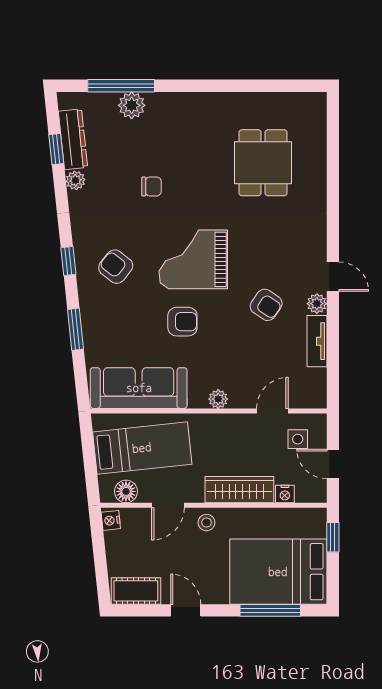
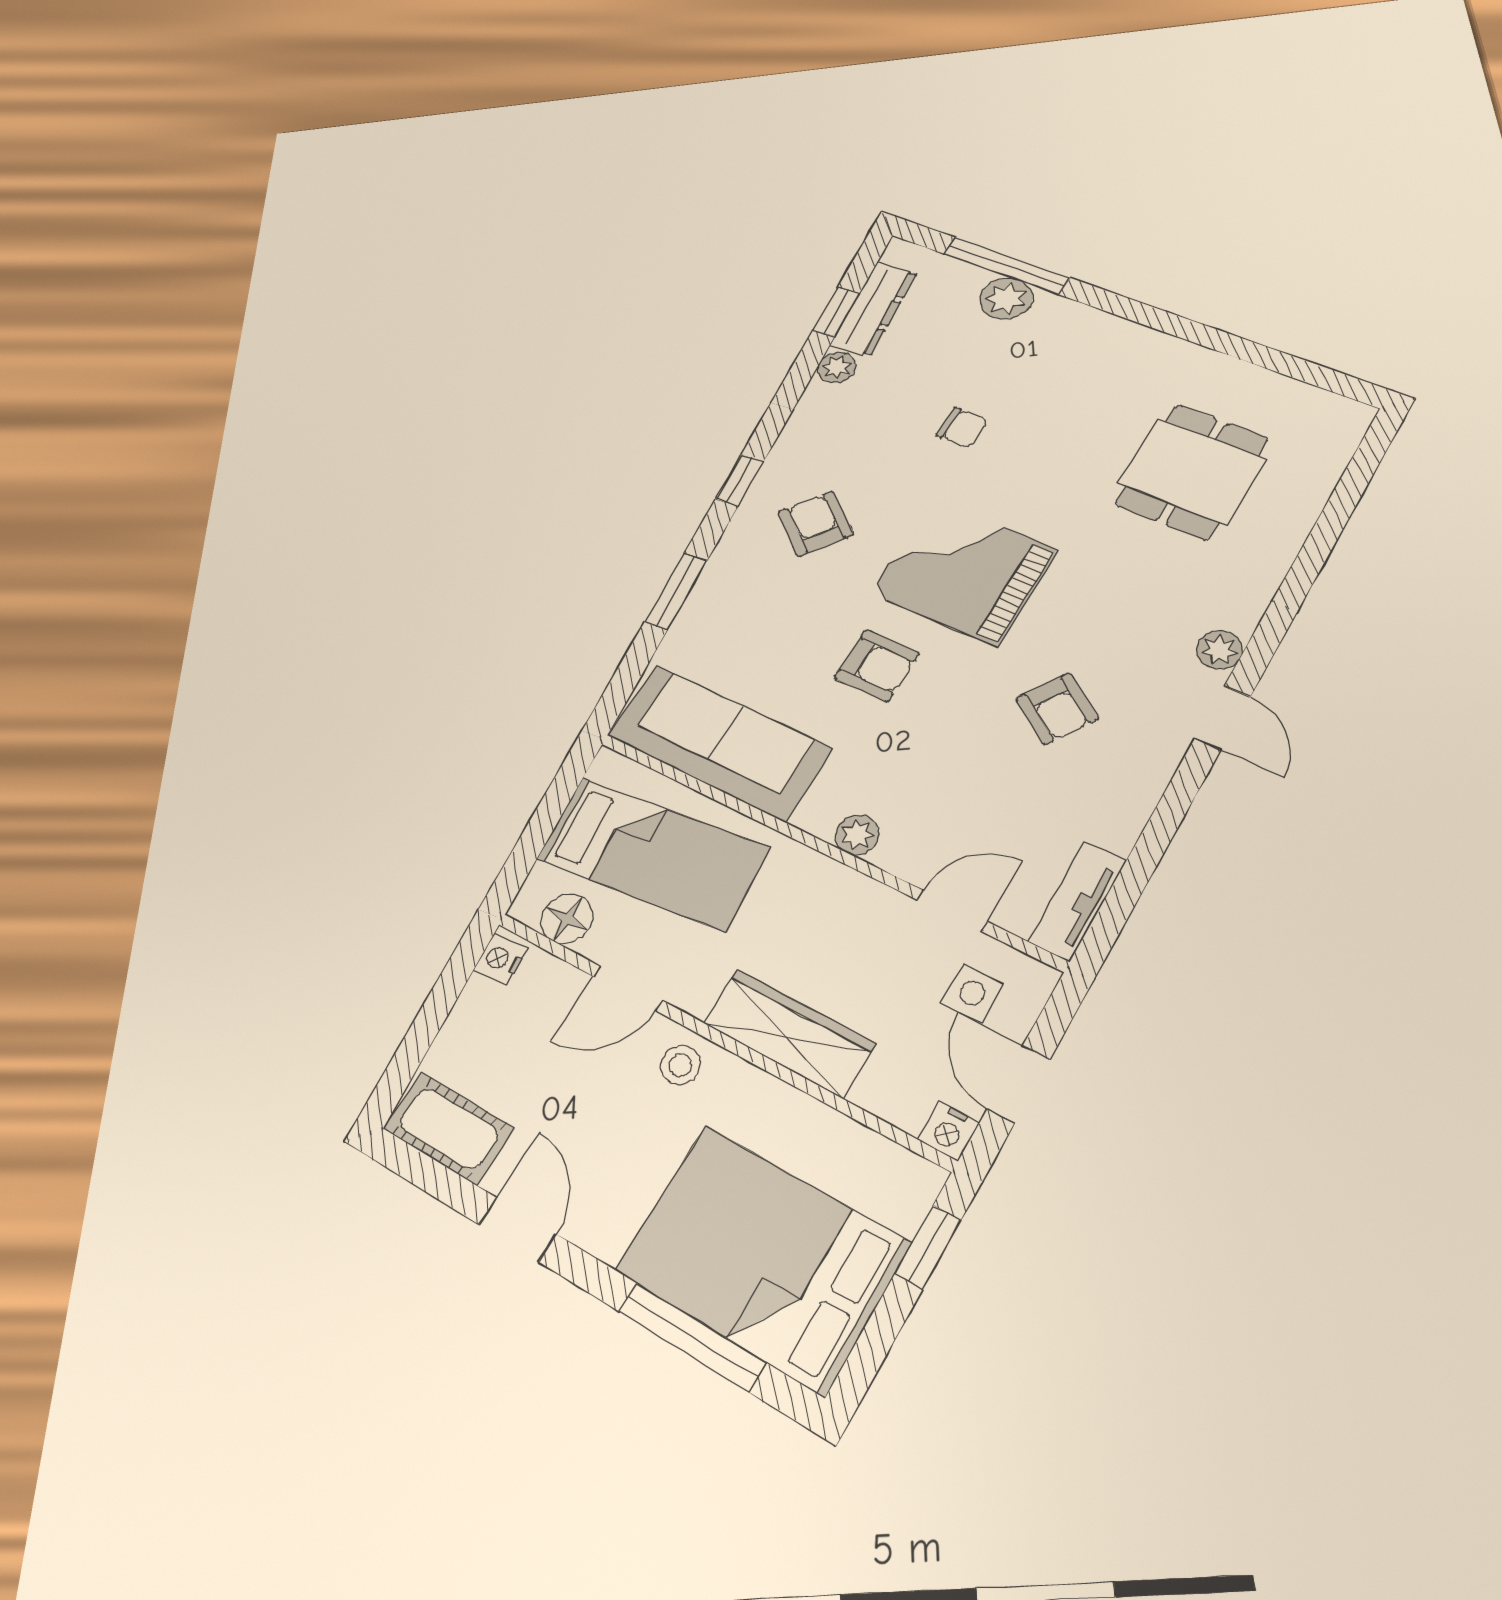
plant: (317, 304) -> (1220, 650), moved
tv unit: (317, 341) -> (1077, 901), moved
nightstand: (285, 494) -> (948, 1131), moved

